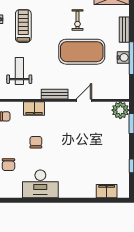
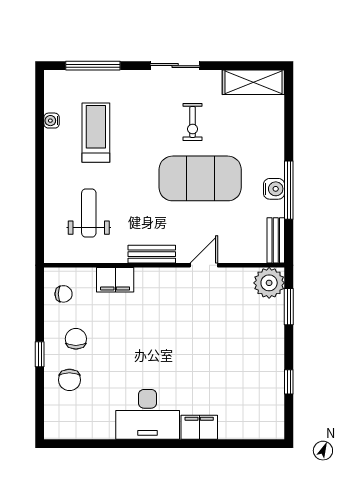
bench: (124, 30) -> (276, 240), moved
chair: (36, 142) -> (76, 339), moved
desk: (40, 184) -> (148, 414), moved
filing cabinet: (107, 191) -> (199, 427), moved

